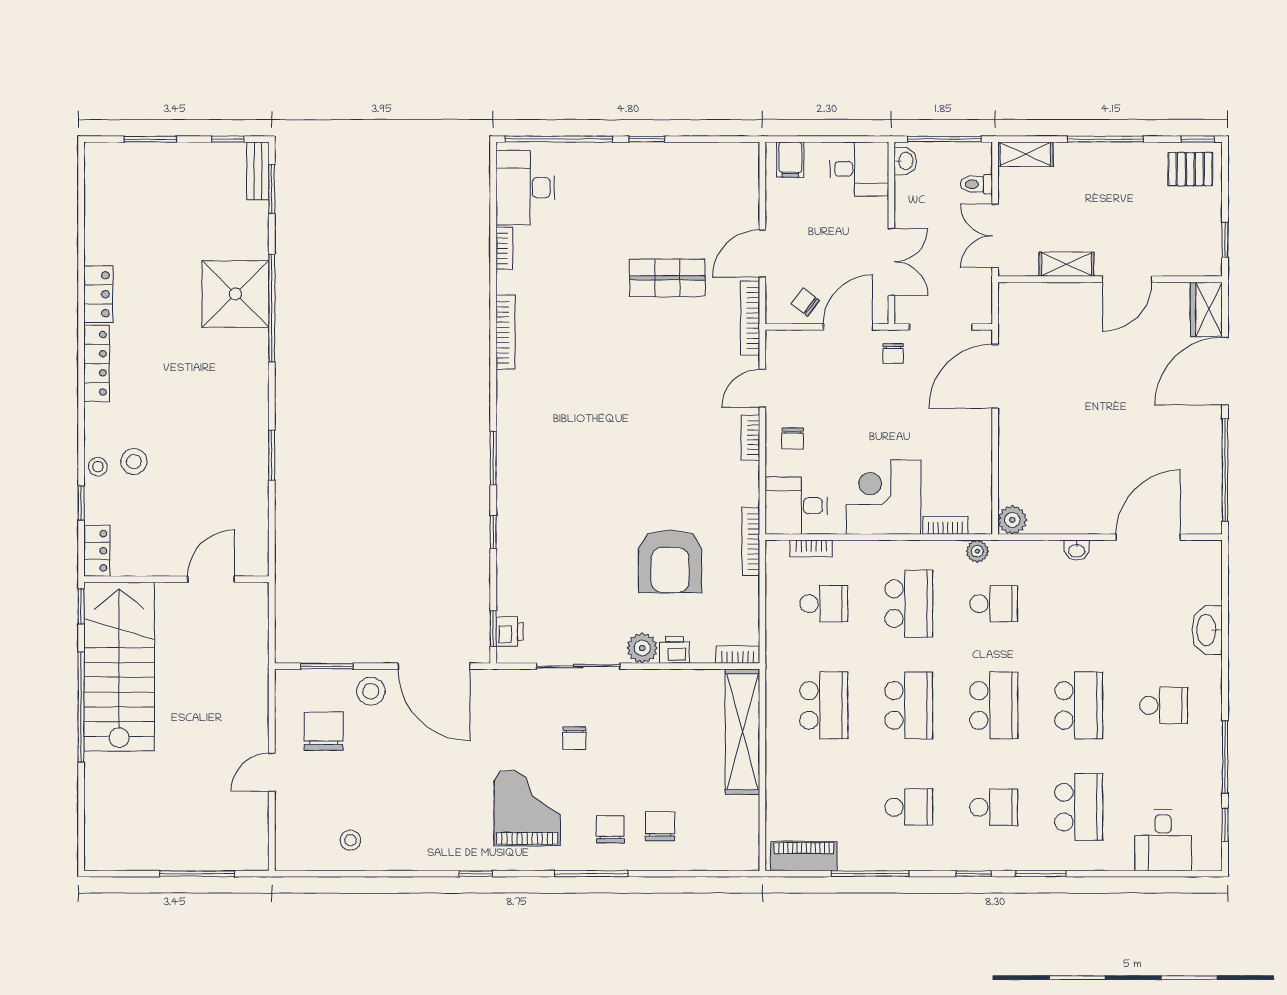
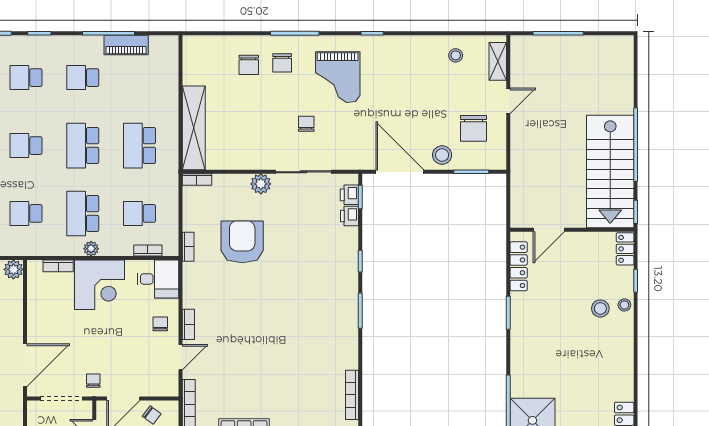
locker: (97, 363) -> (519, 266), moved, turned 180
bookcase: (751, 542) -> (188, 247), width x0.64
plant: (977, 551) -> (91, 249), moved
printer: (674, 650) -> (349, 216), moved, turned 90
school desk: (994, 705) -> (26, 146), width x0.54
shelving: (287, 831) -> (498, 61), added
piano: (804, 856) -> (126, 45), moved

